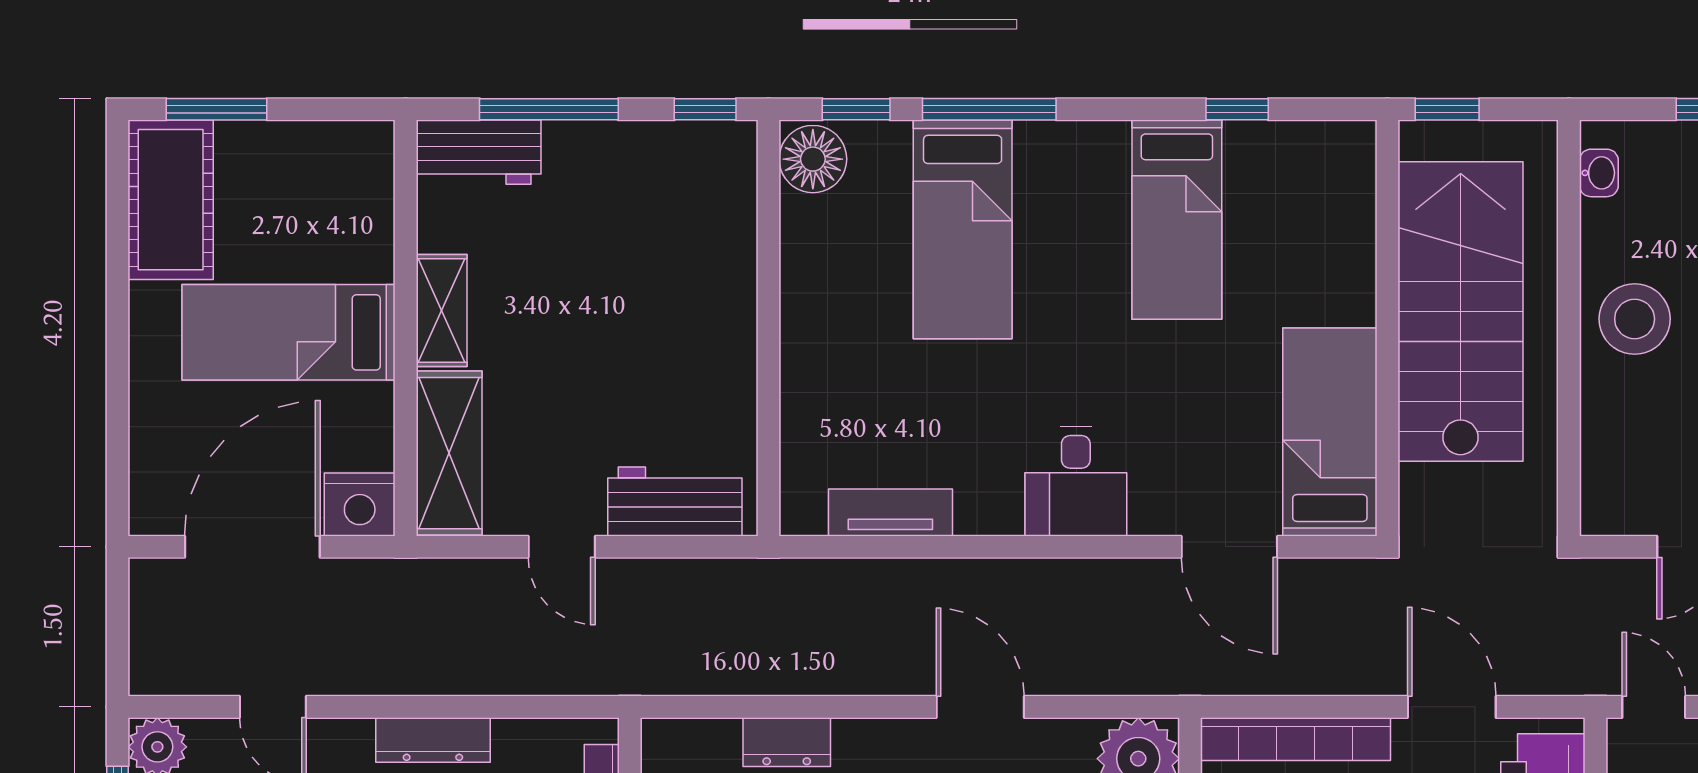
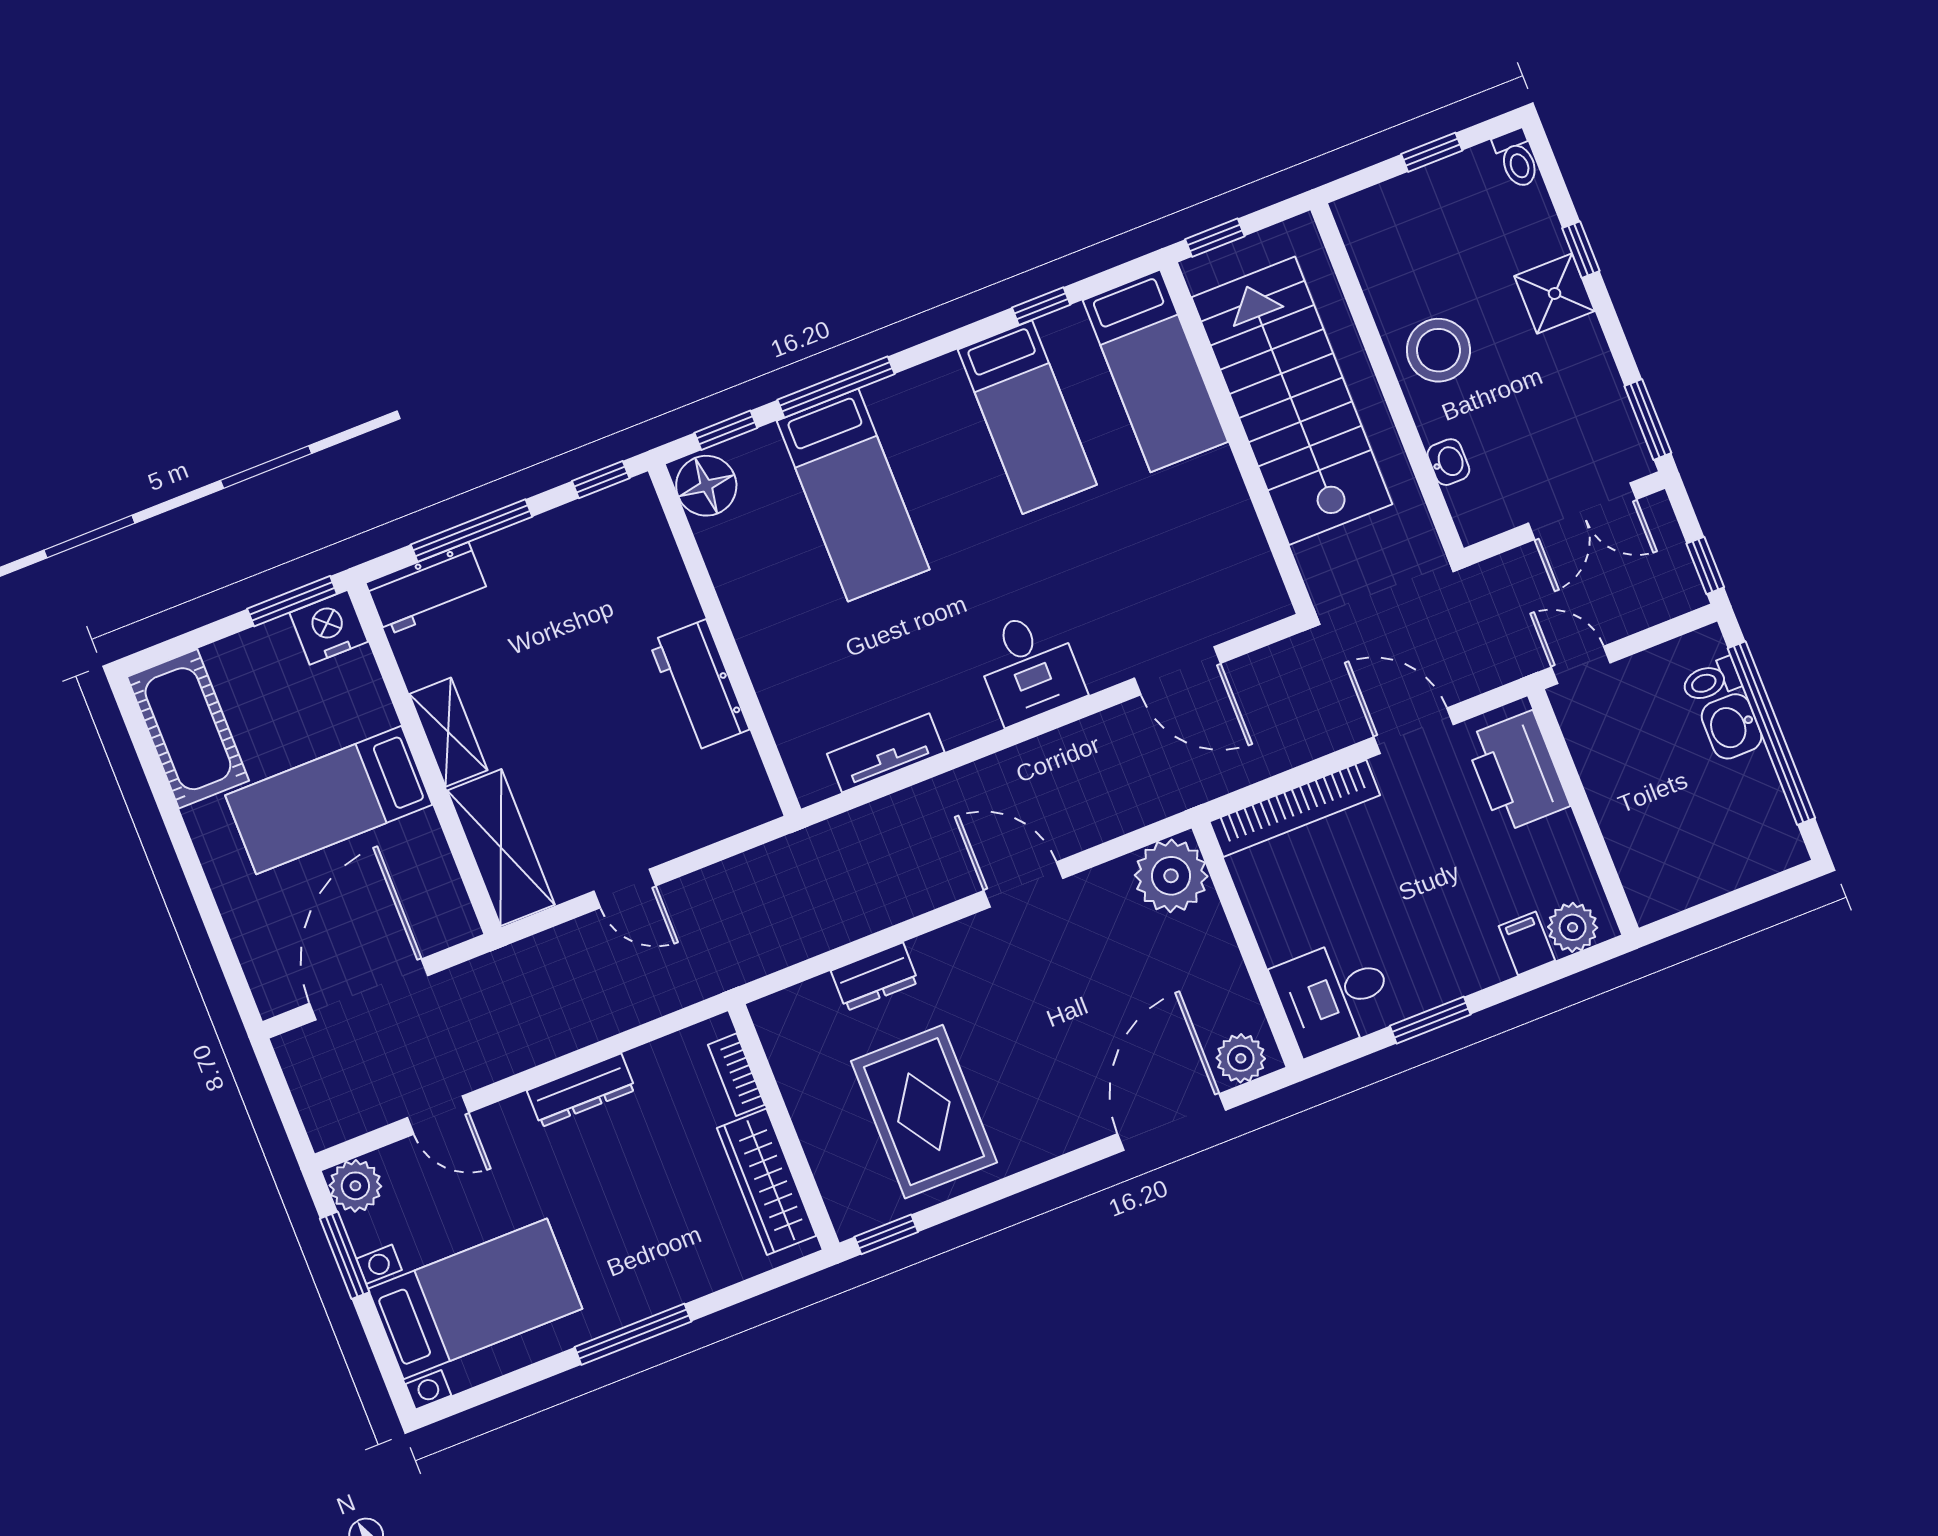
window: (217, 109) -> (292, 601), moved
washbasin: (1599, 173) -> (1448, 462), moved
bed: (1330, 432) -> (1155, 371), moved, turned 180
workbench: (675, 501) -> (699, 686), moved, turned -90
nightstand: (360, 505) -> (329, 627), moved, turned 180

